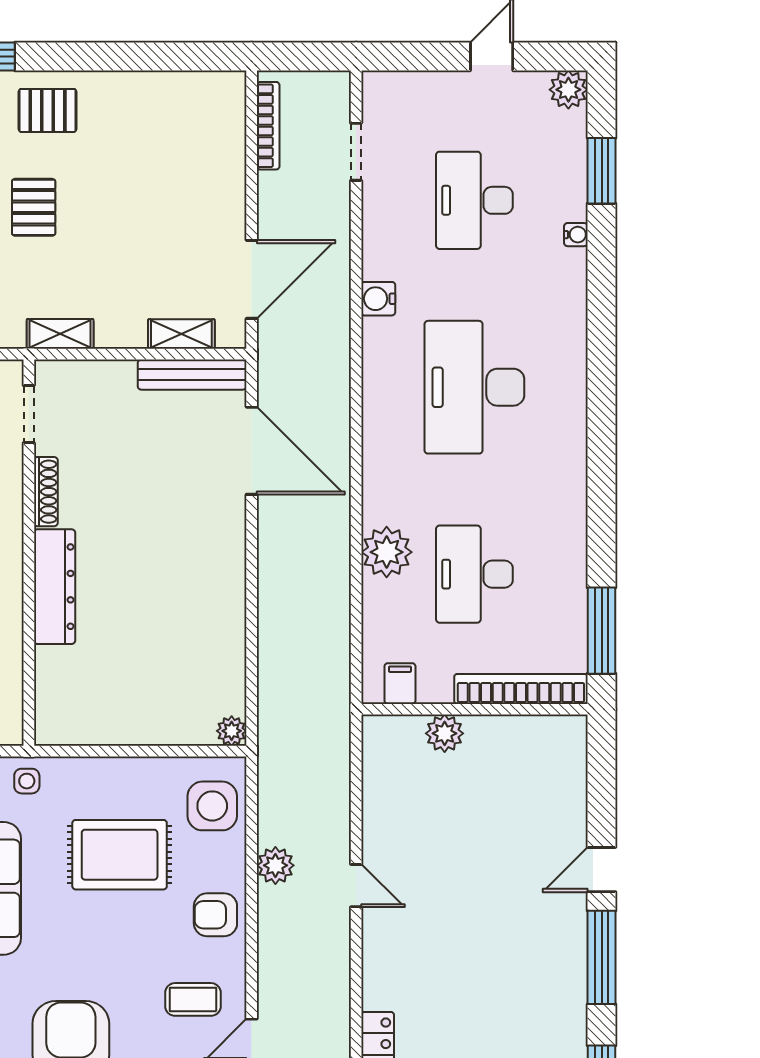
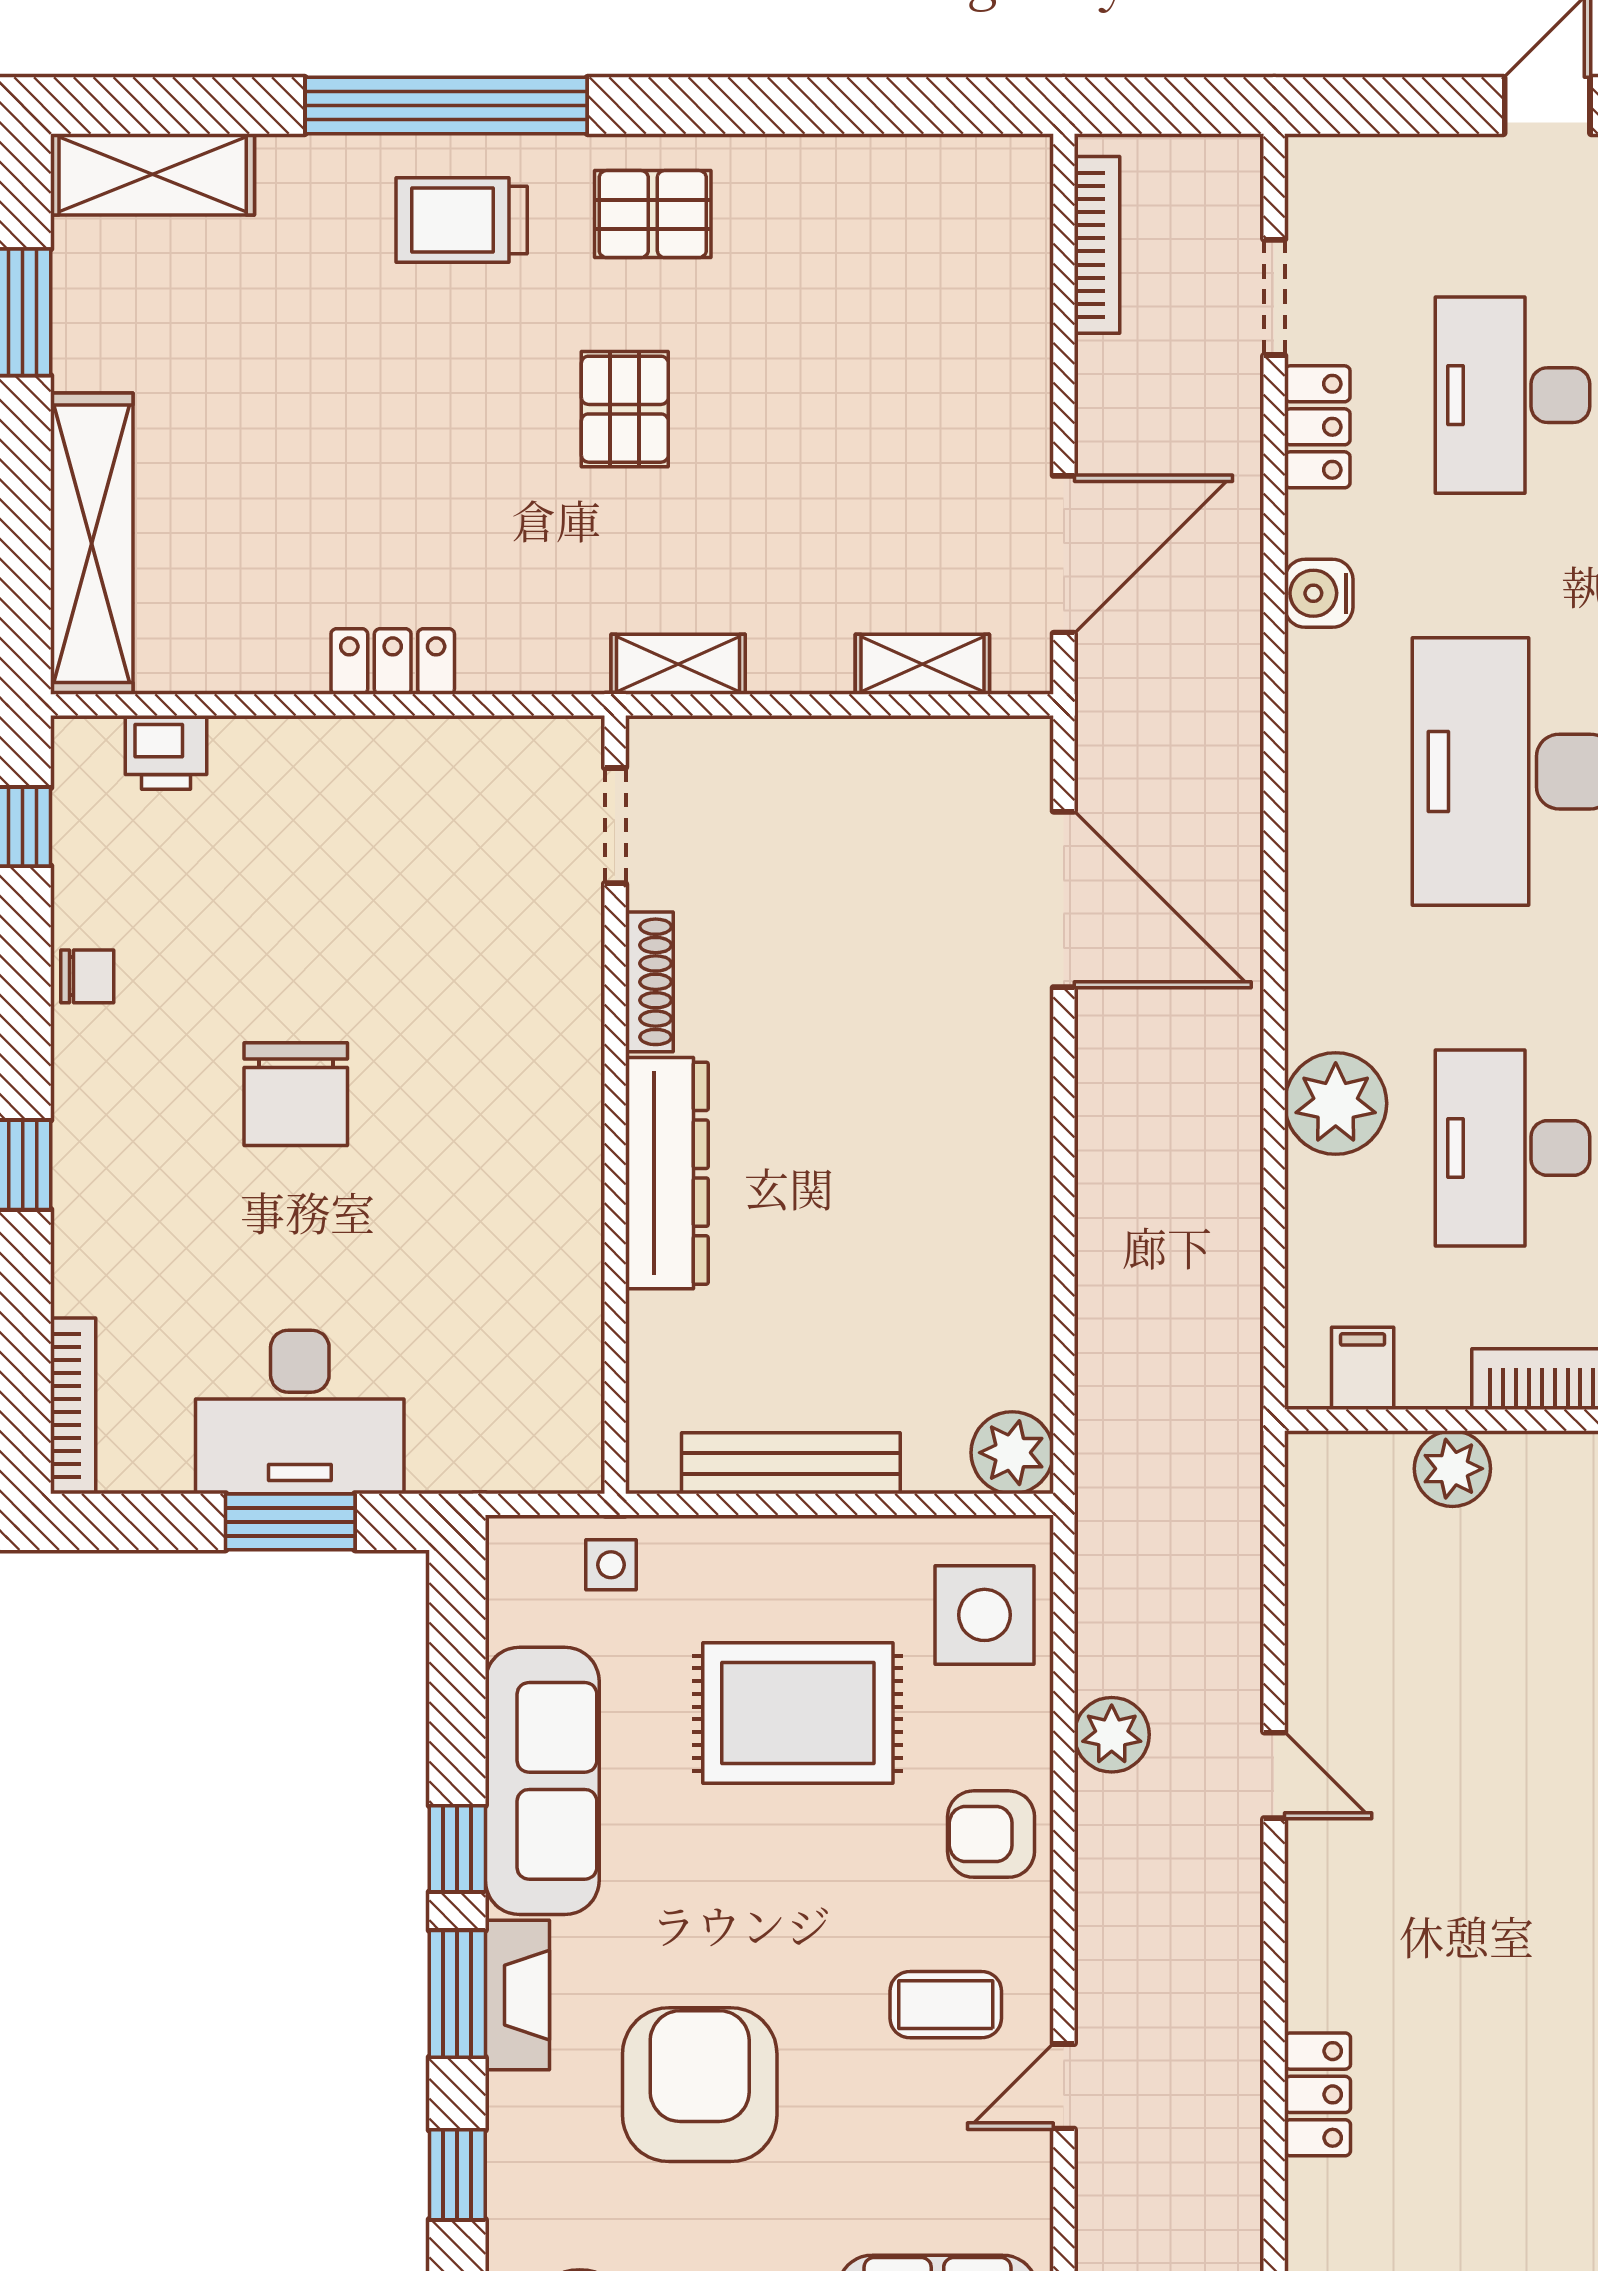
locker: (377, 216) -> (1317, 427), added
bench: (192, 375) -> (791, 1463), moved
plant: (232, 731) -> (1012, 1453), width x1.38, depth x1.38

